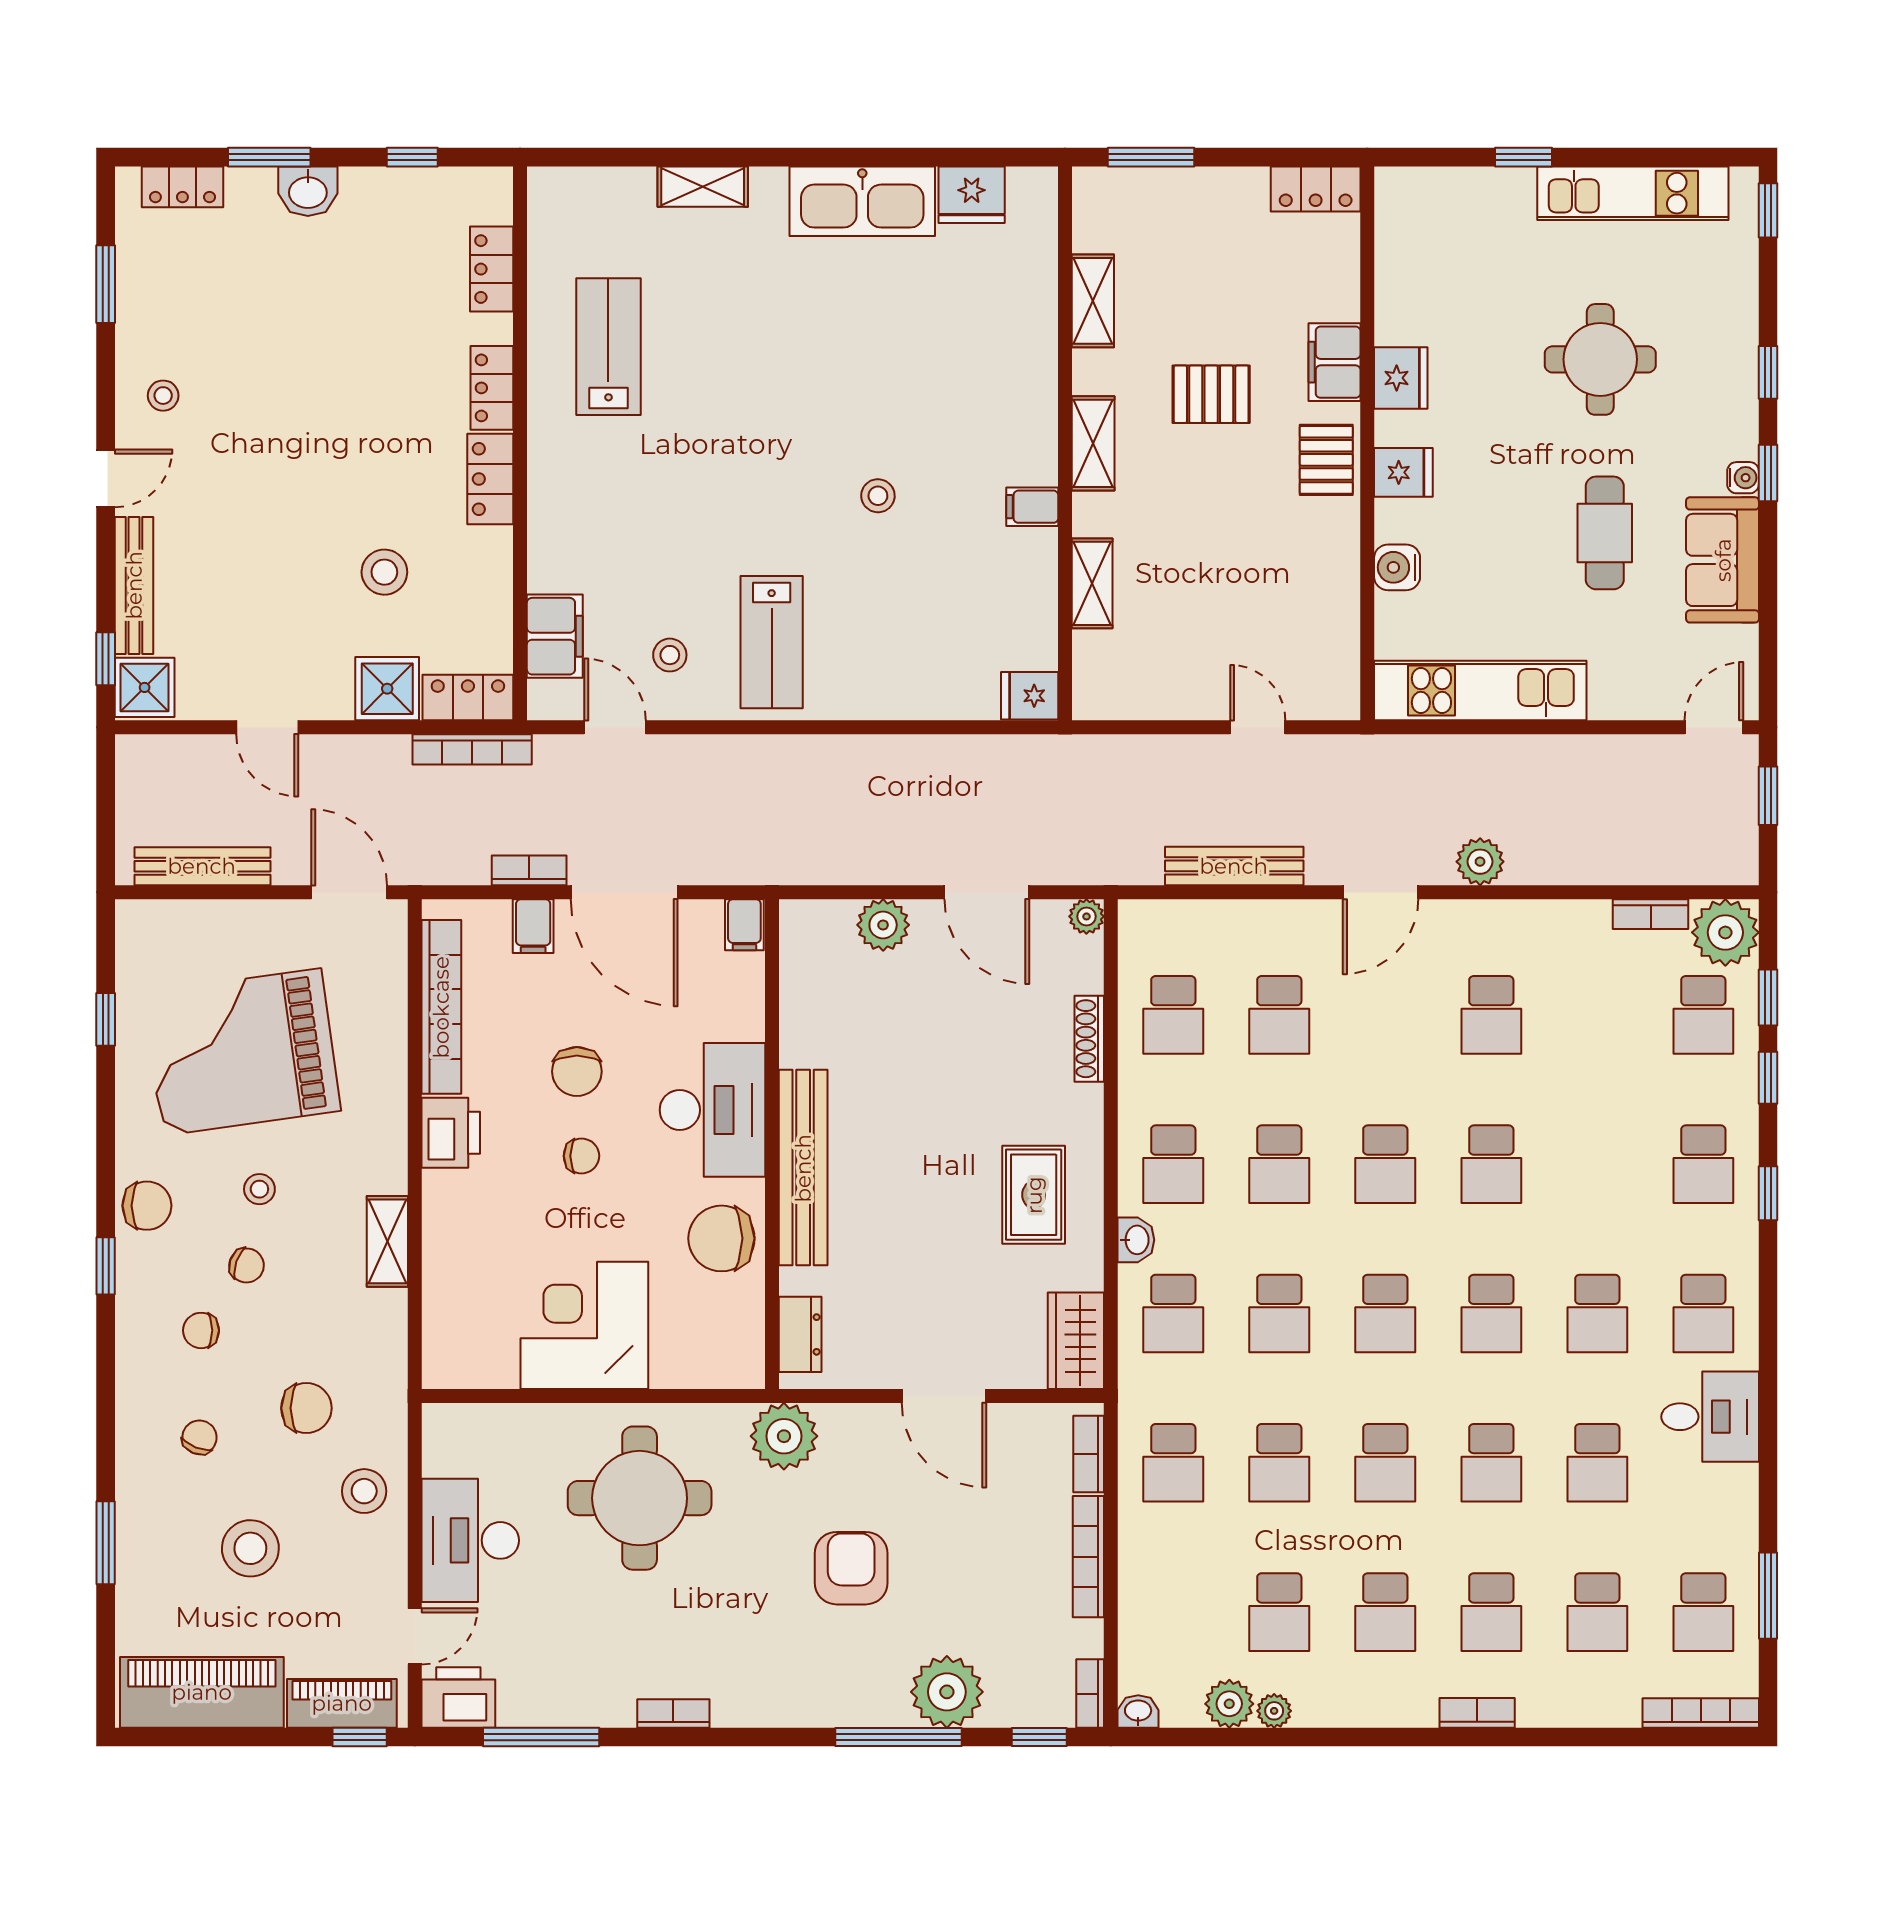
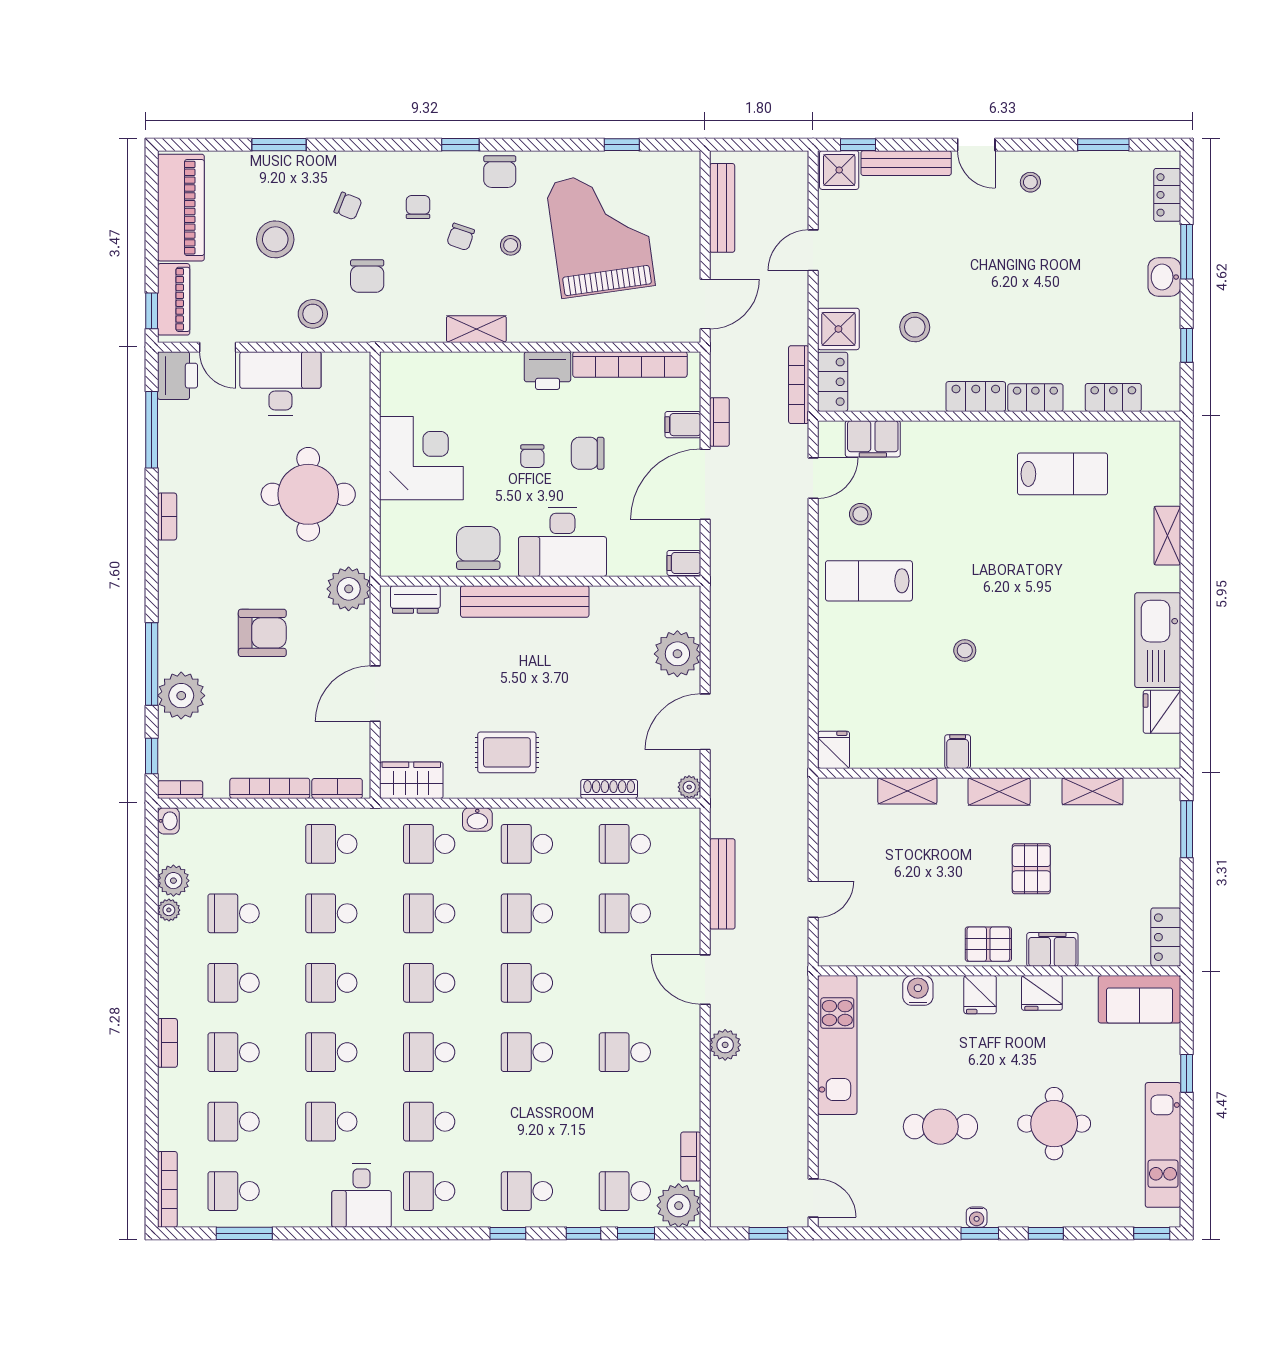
sofa: (1723, 560) -> (1139, 999), moved, turned 180
plant: (883, 925) -> (677, 654), width x1.36, depth x1.36

